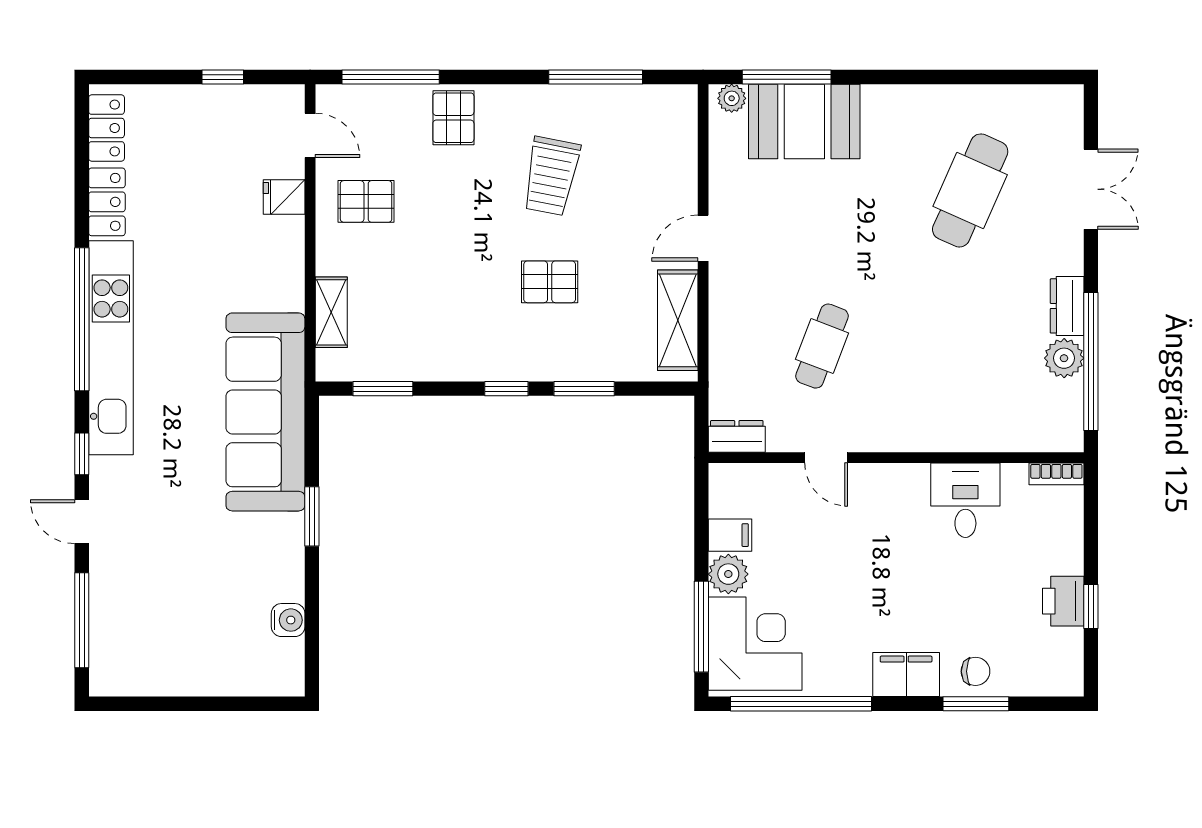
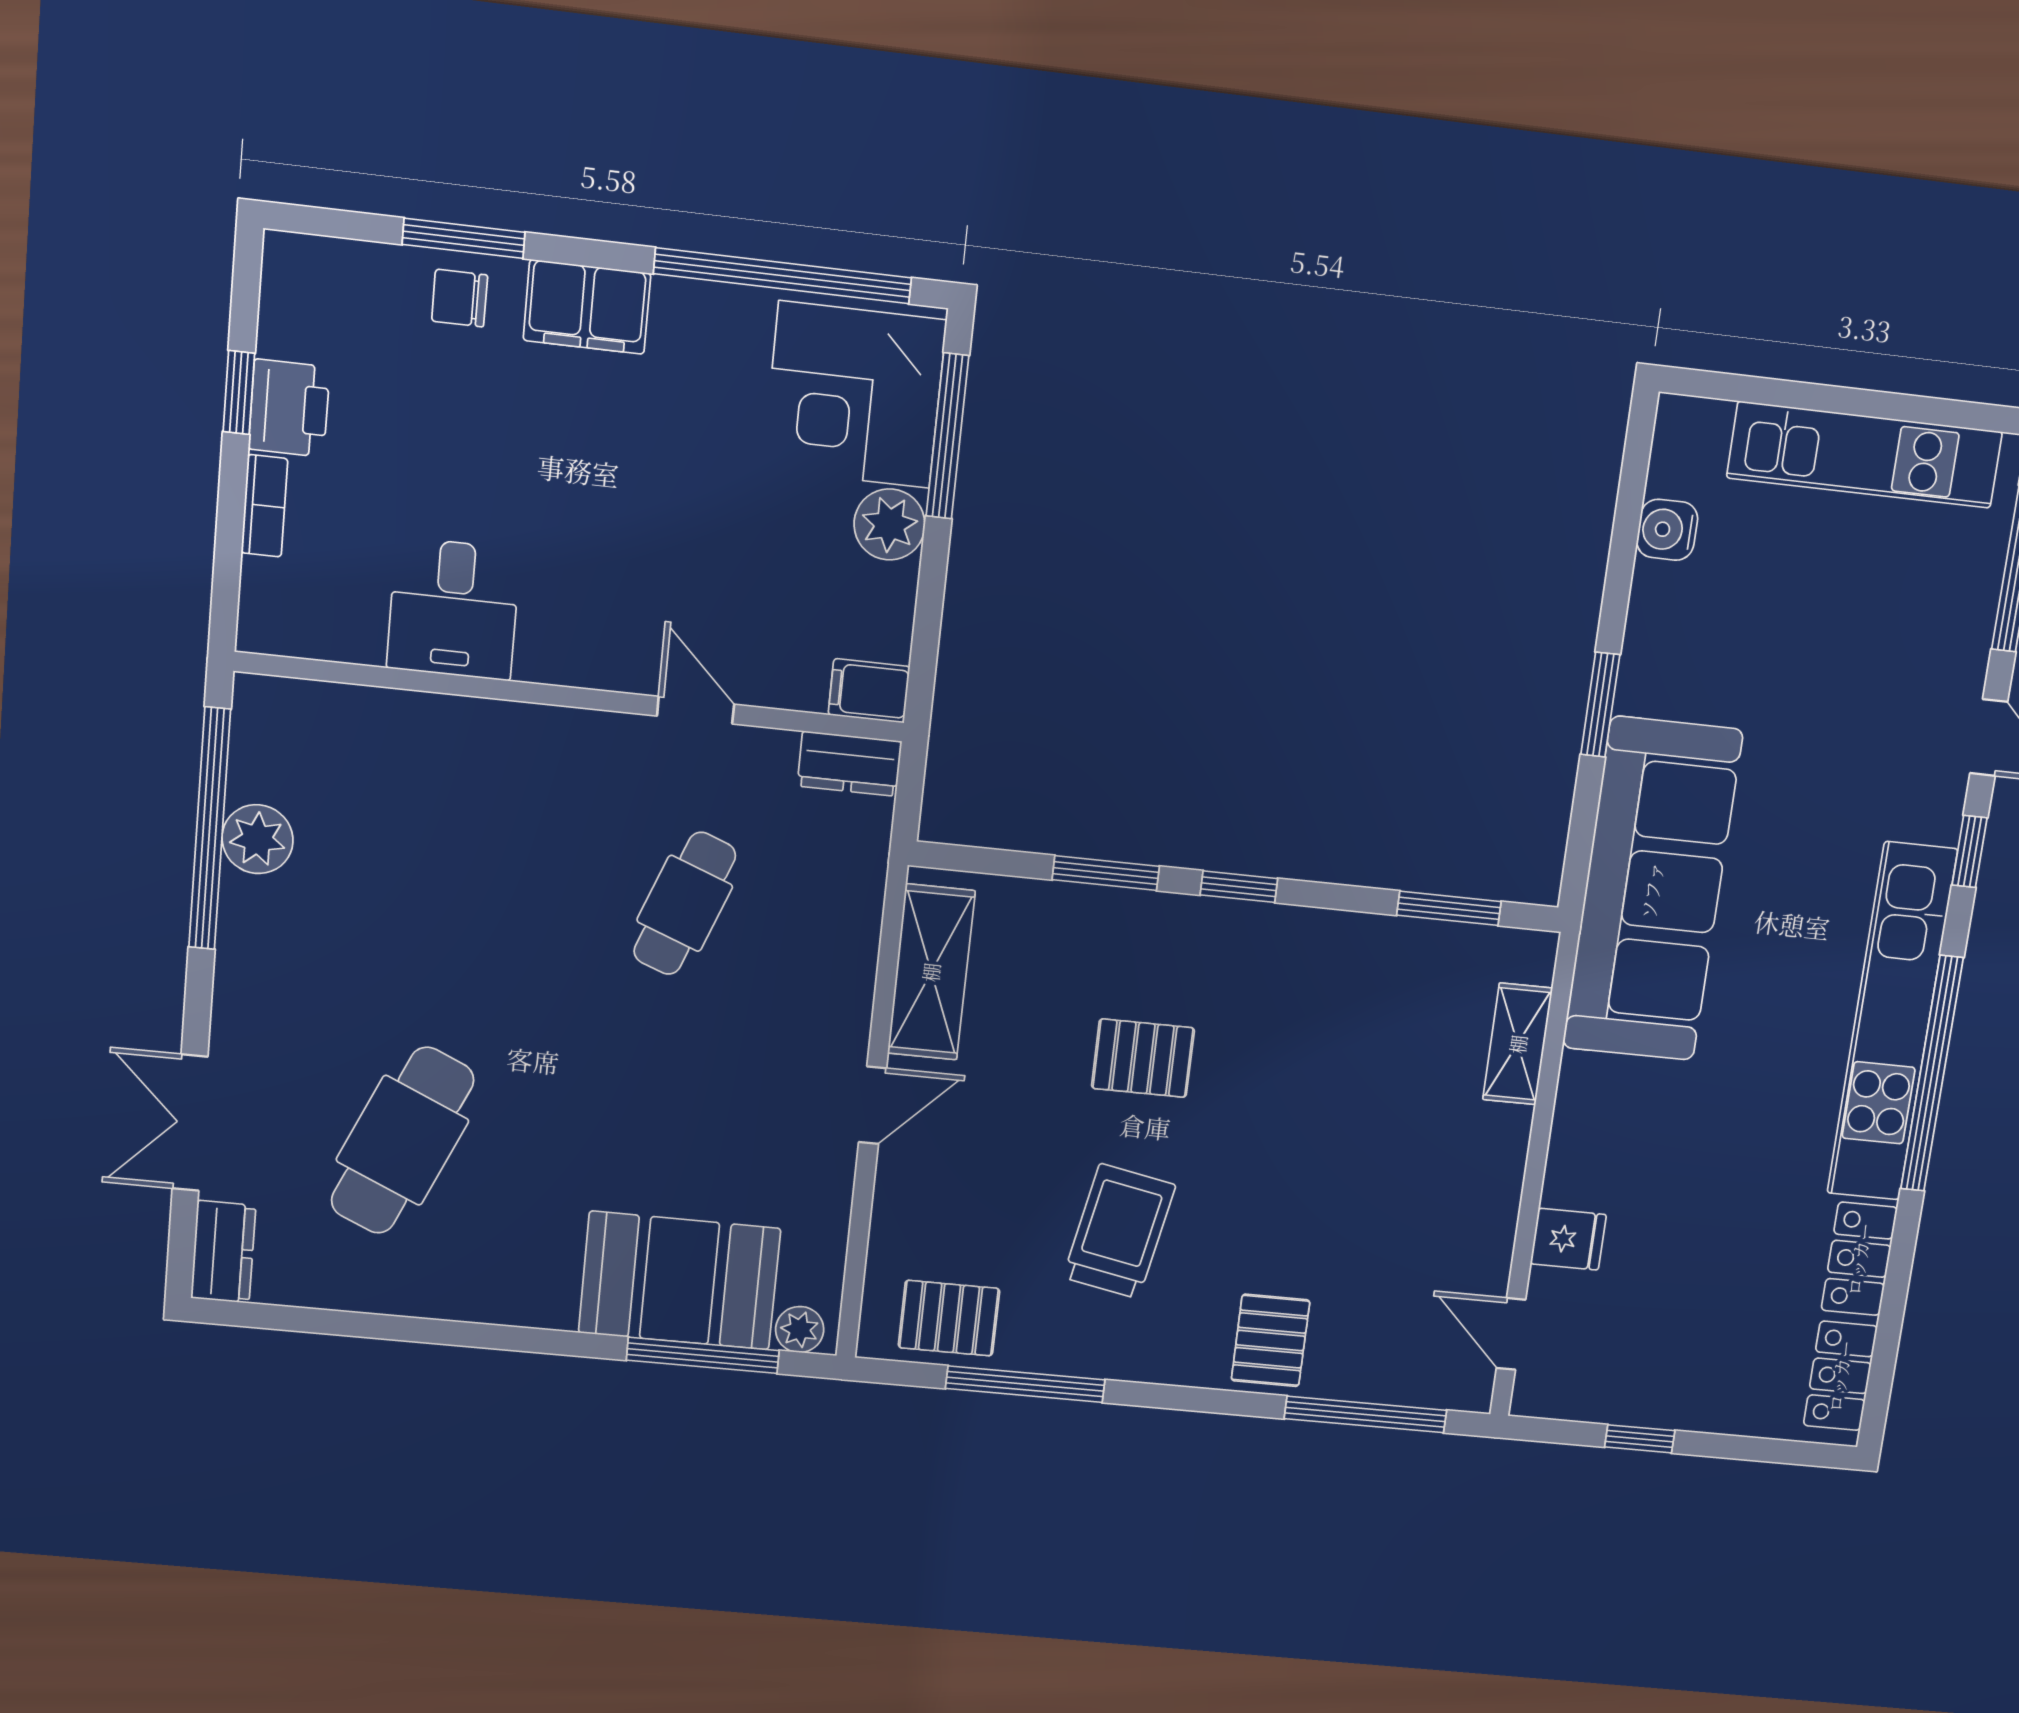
pallet: (366, 201) -> (949, 1318), moved
dresser: (1067, 306) -> (223, 1252), moved
bookcase: (1056, 474) -> (265, 506), moved, turned 90
filing cabinet: (730, 535) -> (869, 691), moved
kitchen unit: (181, 675) -> (1865, 455), added

